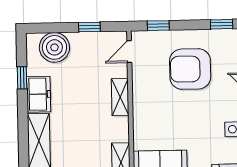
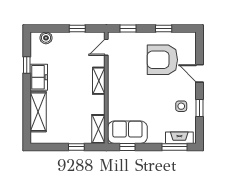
window: (222, 24) -> (164, 29), moved
boiler: (54, 47) -> (46, 38), width x0.54, depth x0.54
armchair: (190, 69) -> (162, 60), moved

